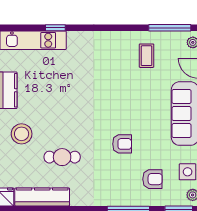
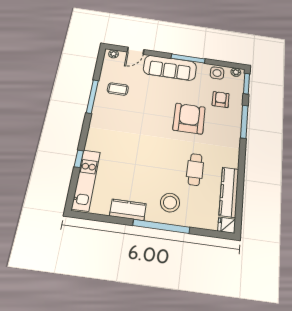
window: (170, 28) -> (92, 96), moved
armchair: (122, 144) -> (189, 119), width x1.88, depth x1.88

